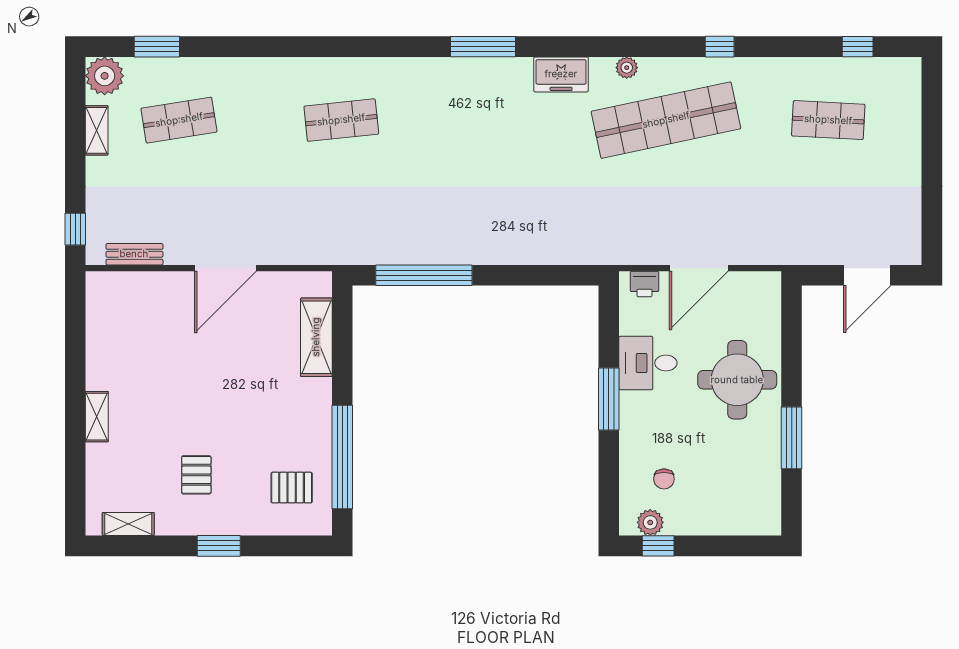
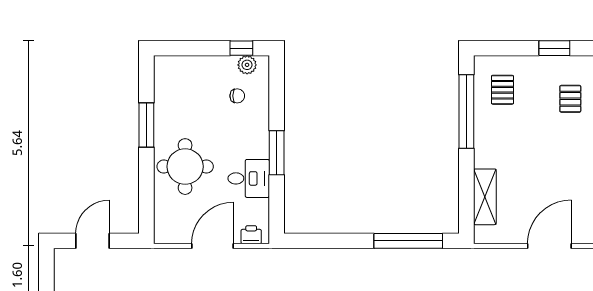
chair: (664, 479) -> (237, 96), turned 90
pallet: (292, 488) -> (502, 90), turned 90

